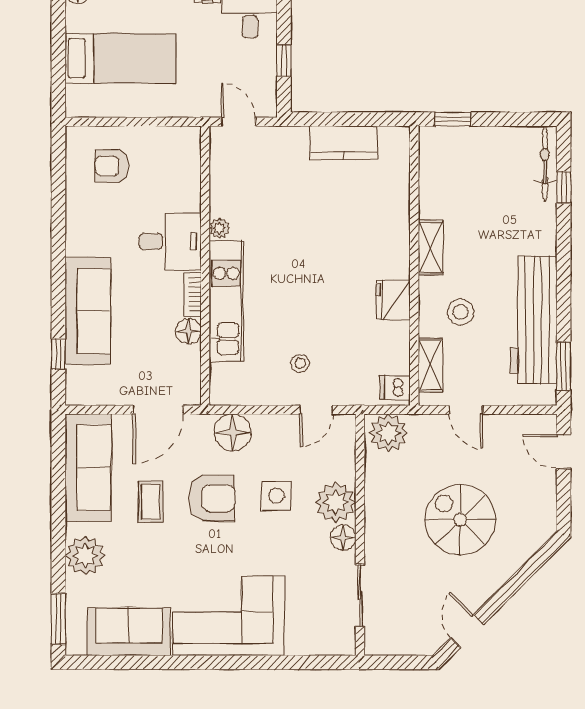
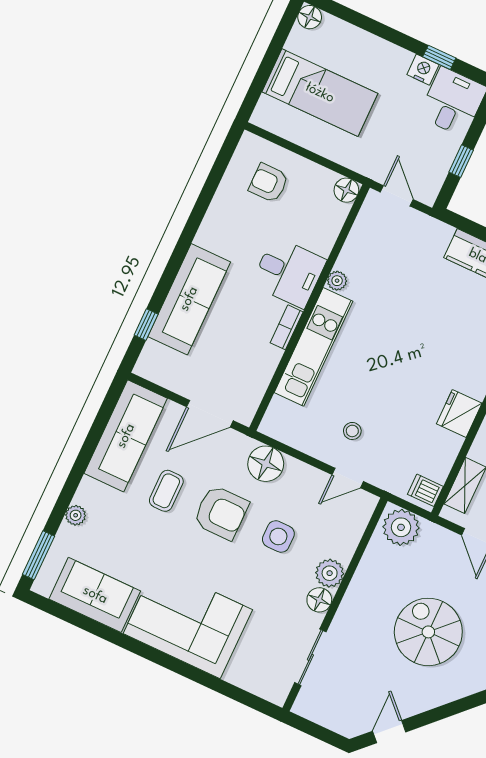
floor lamp: (188, 331) -> (346, 190), moved
plant: (336, 502) -> (330, 573), width x0.73, depth x0.73
plant: (85, 556) -> (76, 515), width x0.53, depth x0.53

